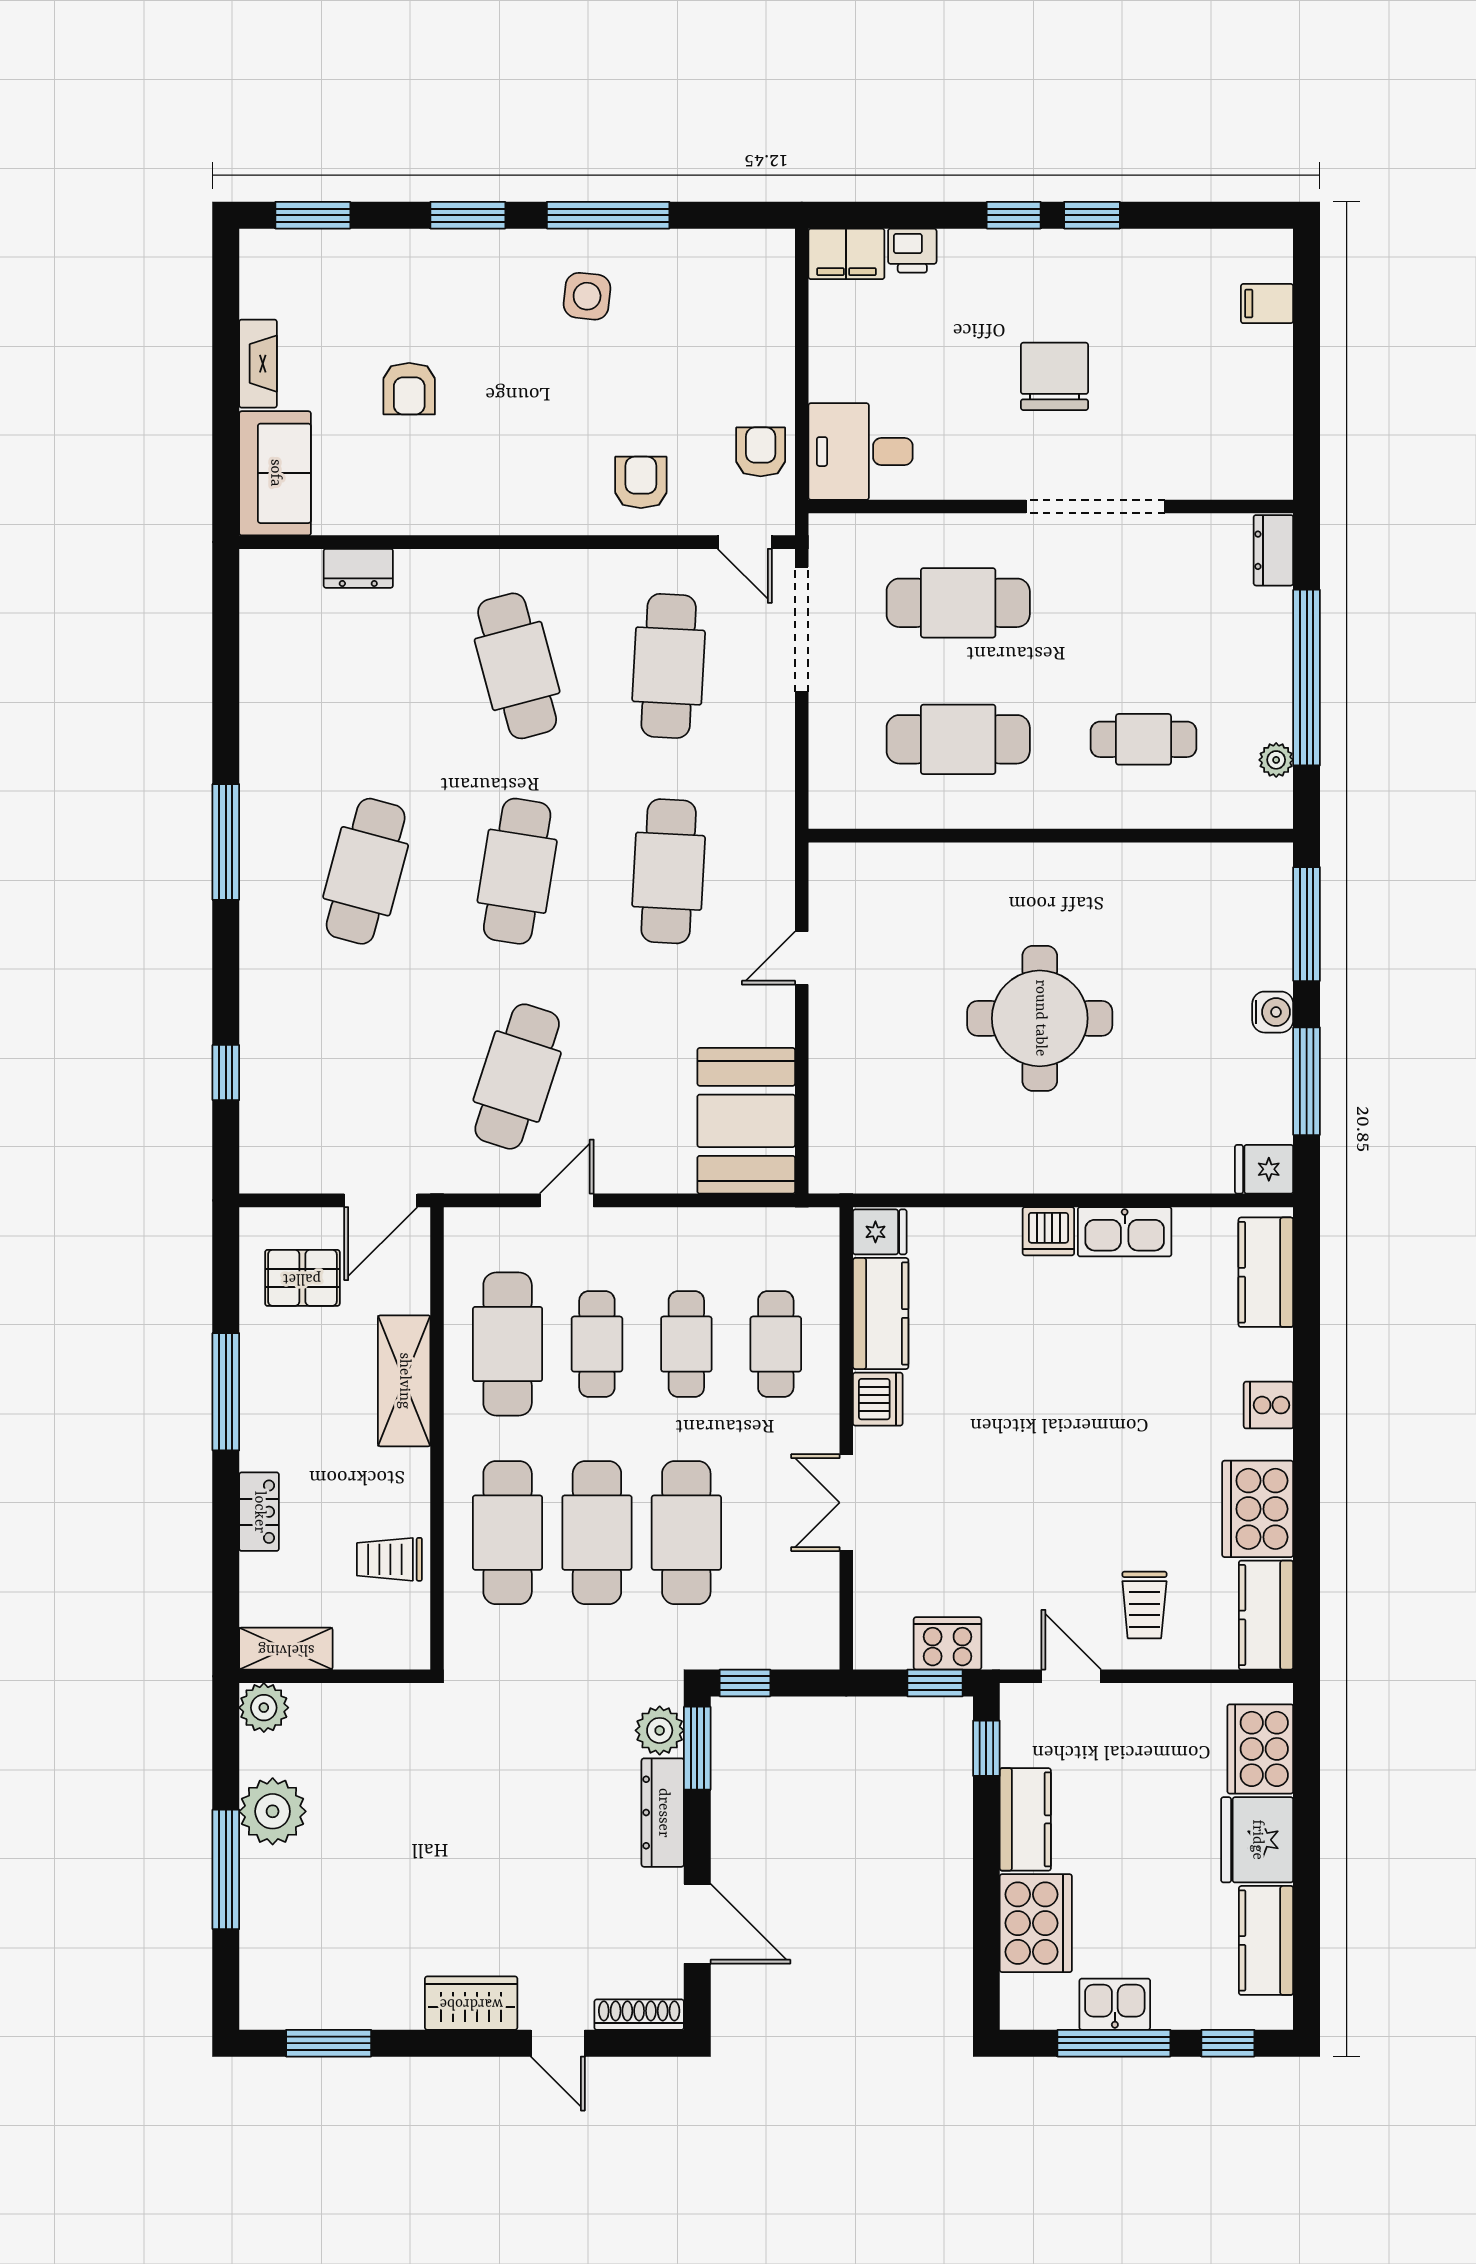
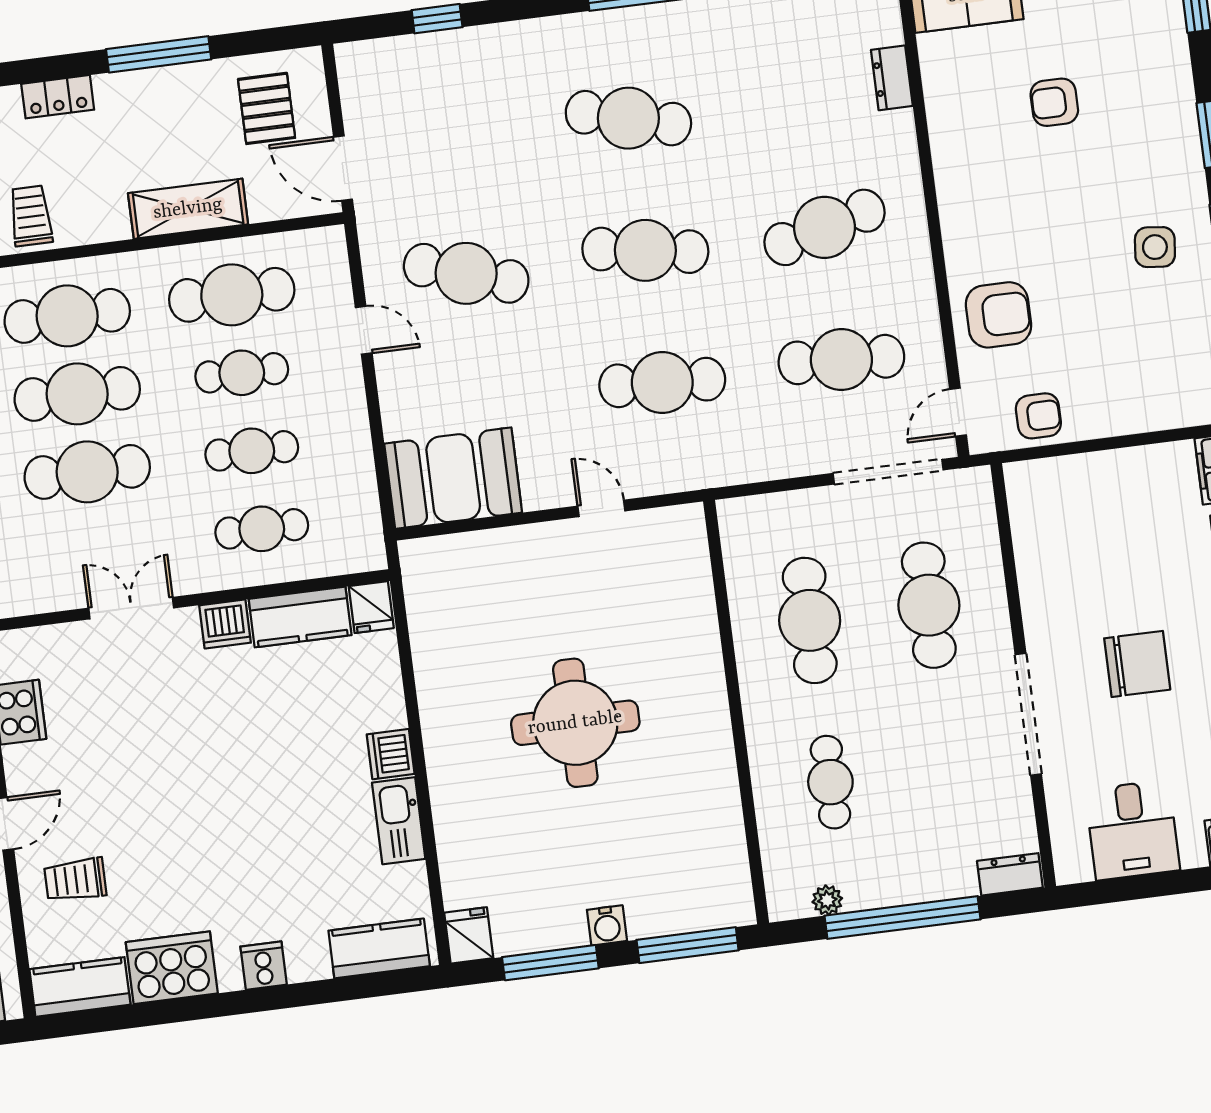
desk: (861, 452) -> (1132, 830), moved, turned 180
armchair: (641, 482) -> (998, 315), width x1.38, depth x1.38

